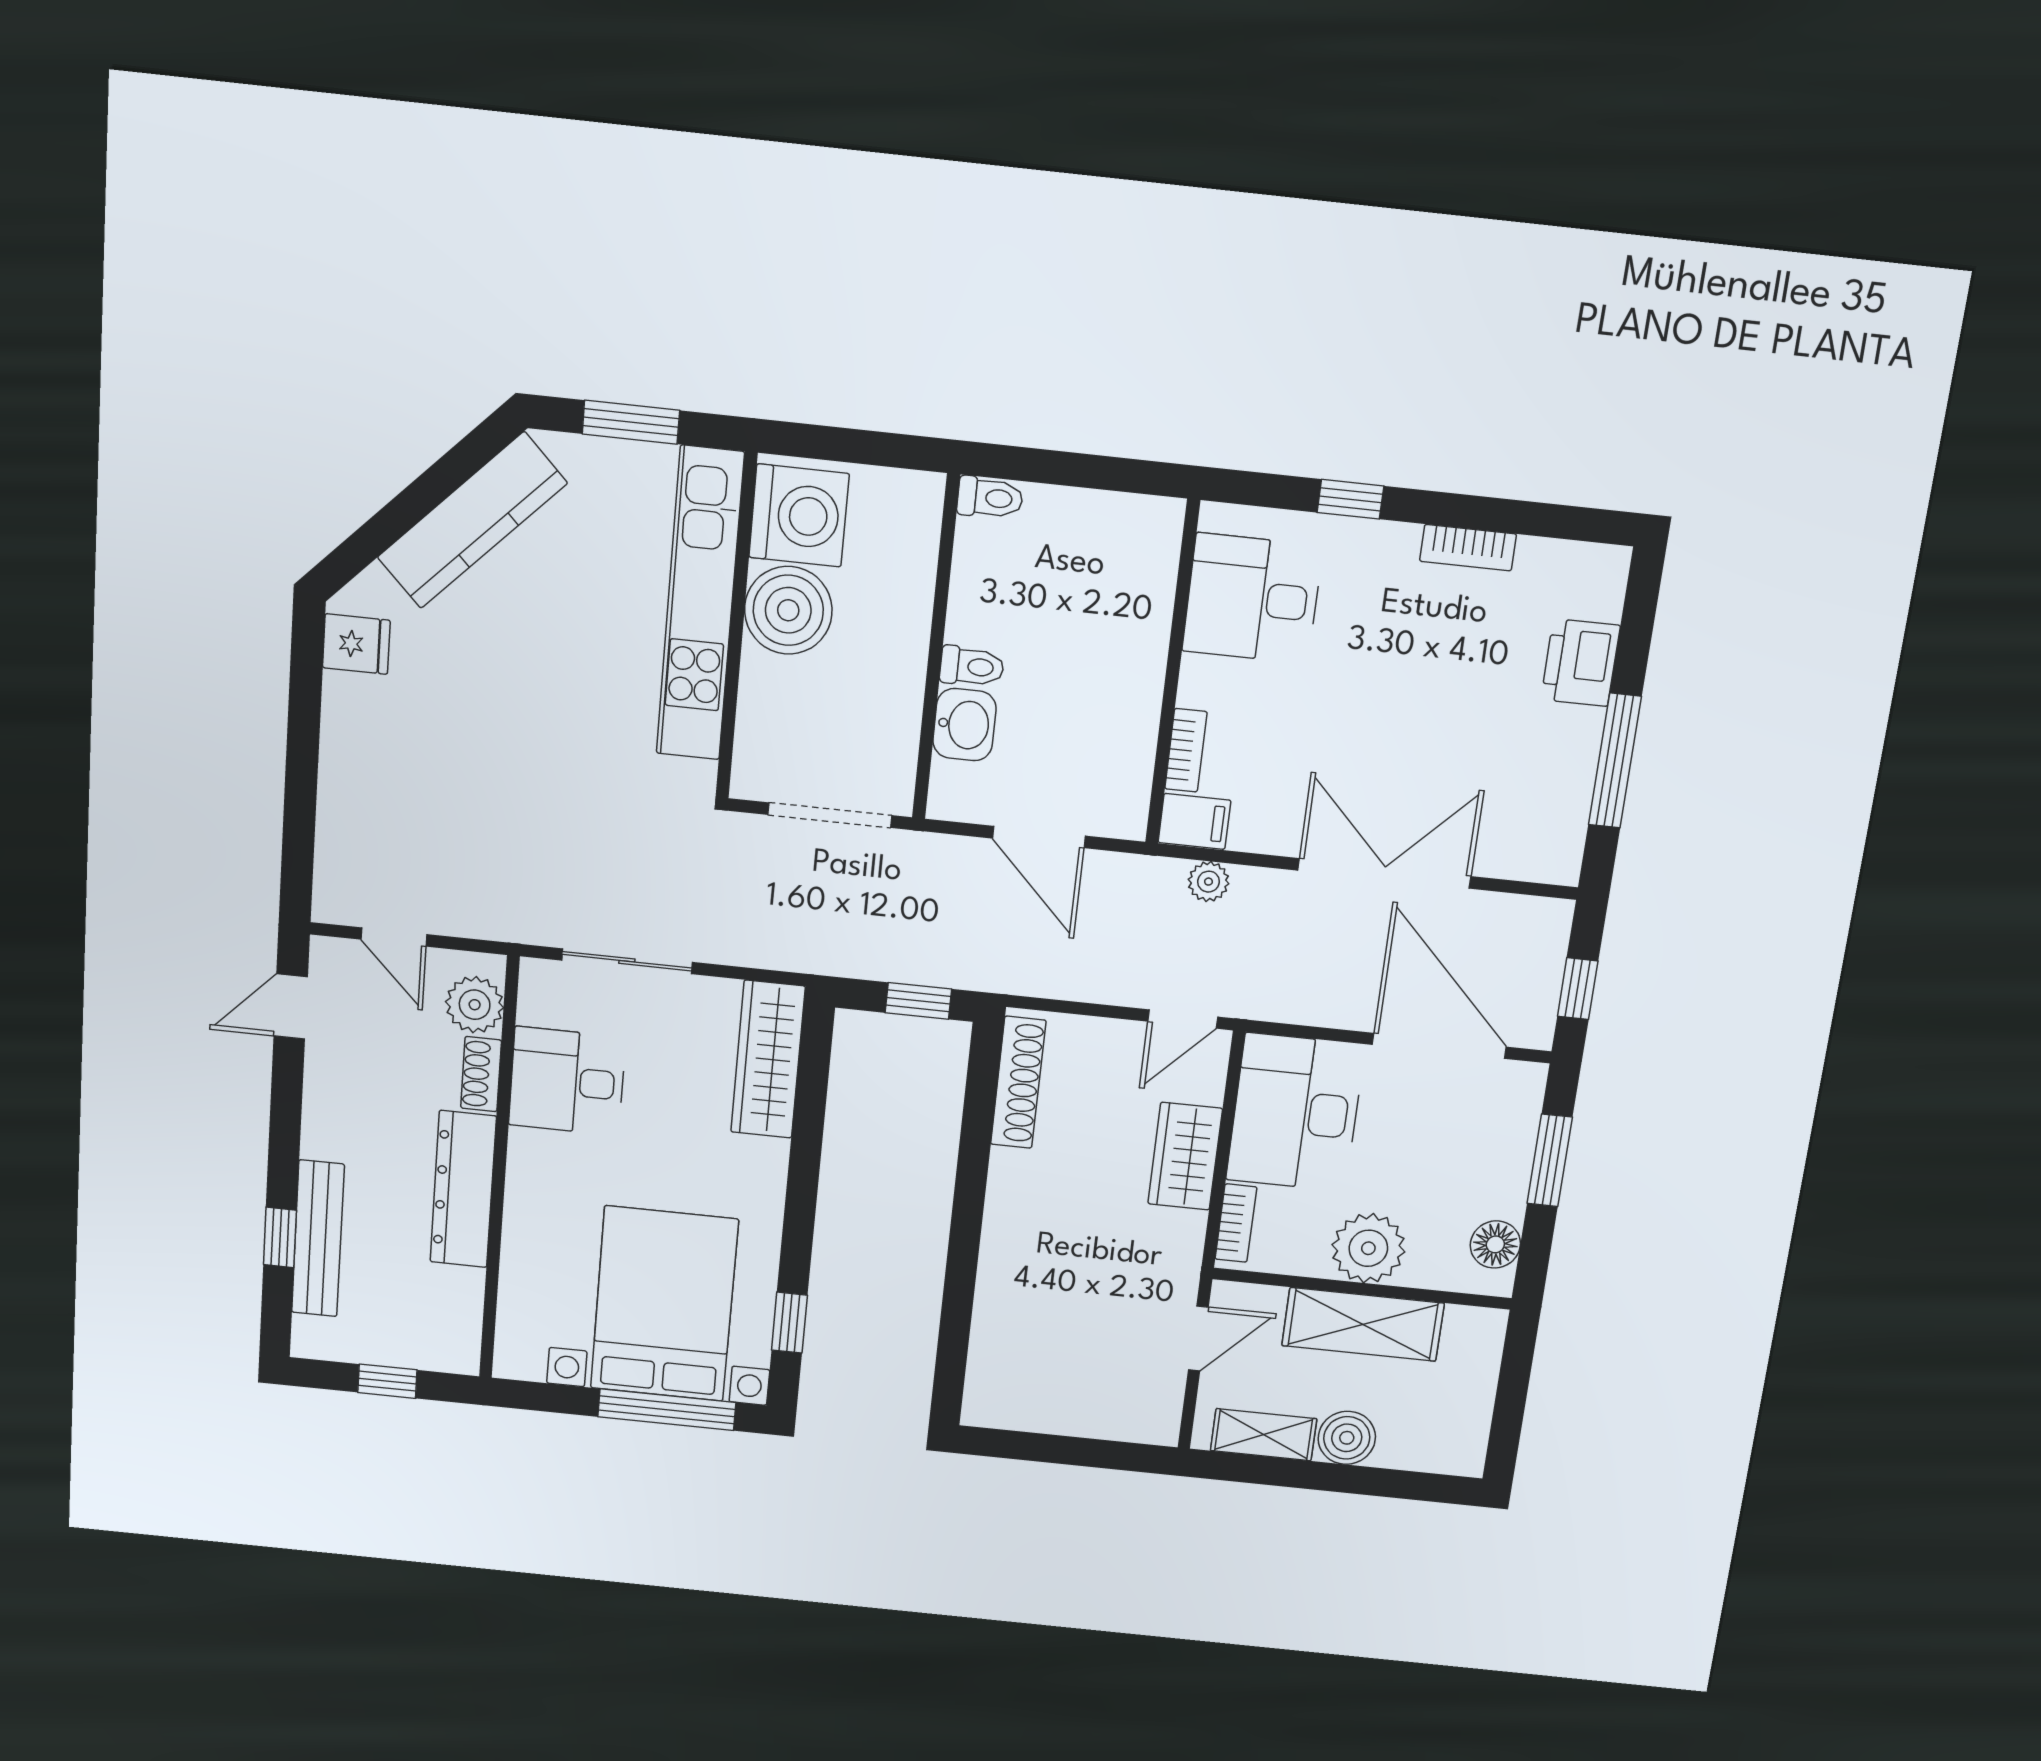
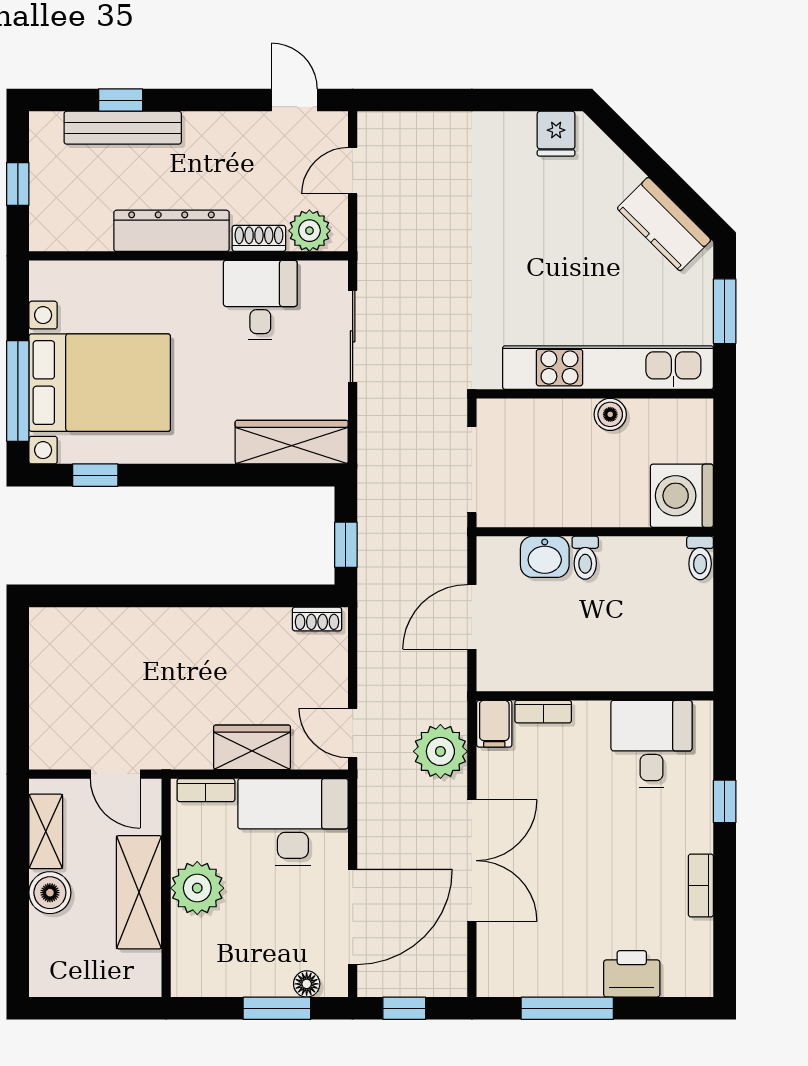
washing machine: (799, 515) -> (682, 496), moved, turned 90
kitchen counter: (472, 520) -> (664, 224), width x0.67
boiler: (788, 610) -> (610, 414), width x0.54, depth x0.54
plant: (1209, 882) -> (440, 751), width x1.88, depth x1.88
shoe rack: (1018, 1082) -> (317, 619), width x0.51, depth x0.81
floor lamp: (1495, 1244) -> (307, 984), moved, width x0.73, depth x0.73

